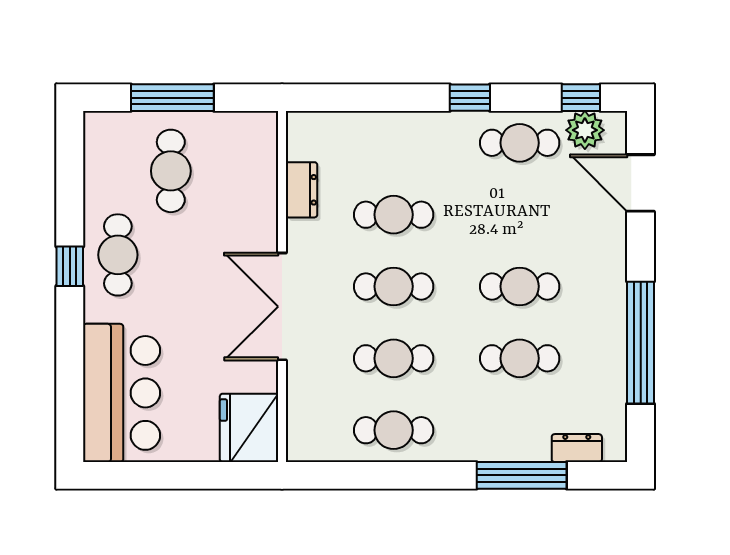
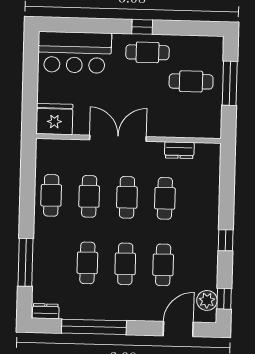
cafe table: (520, 143) -> (163, 265), moved
dresser: (577, 448) -> (46, 311), moved, turned -90

